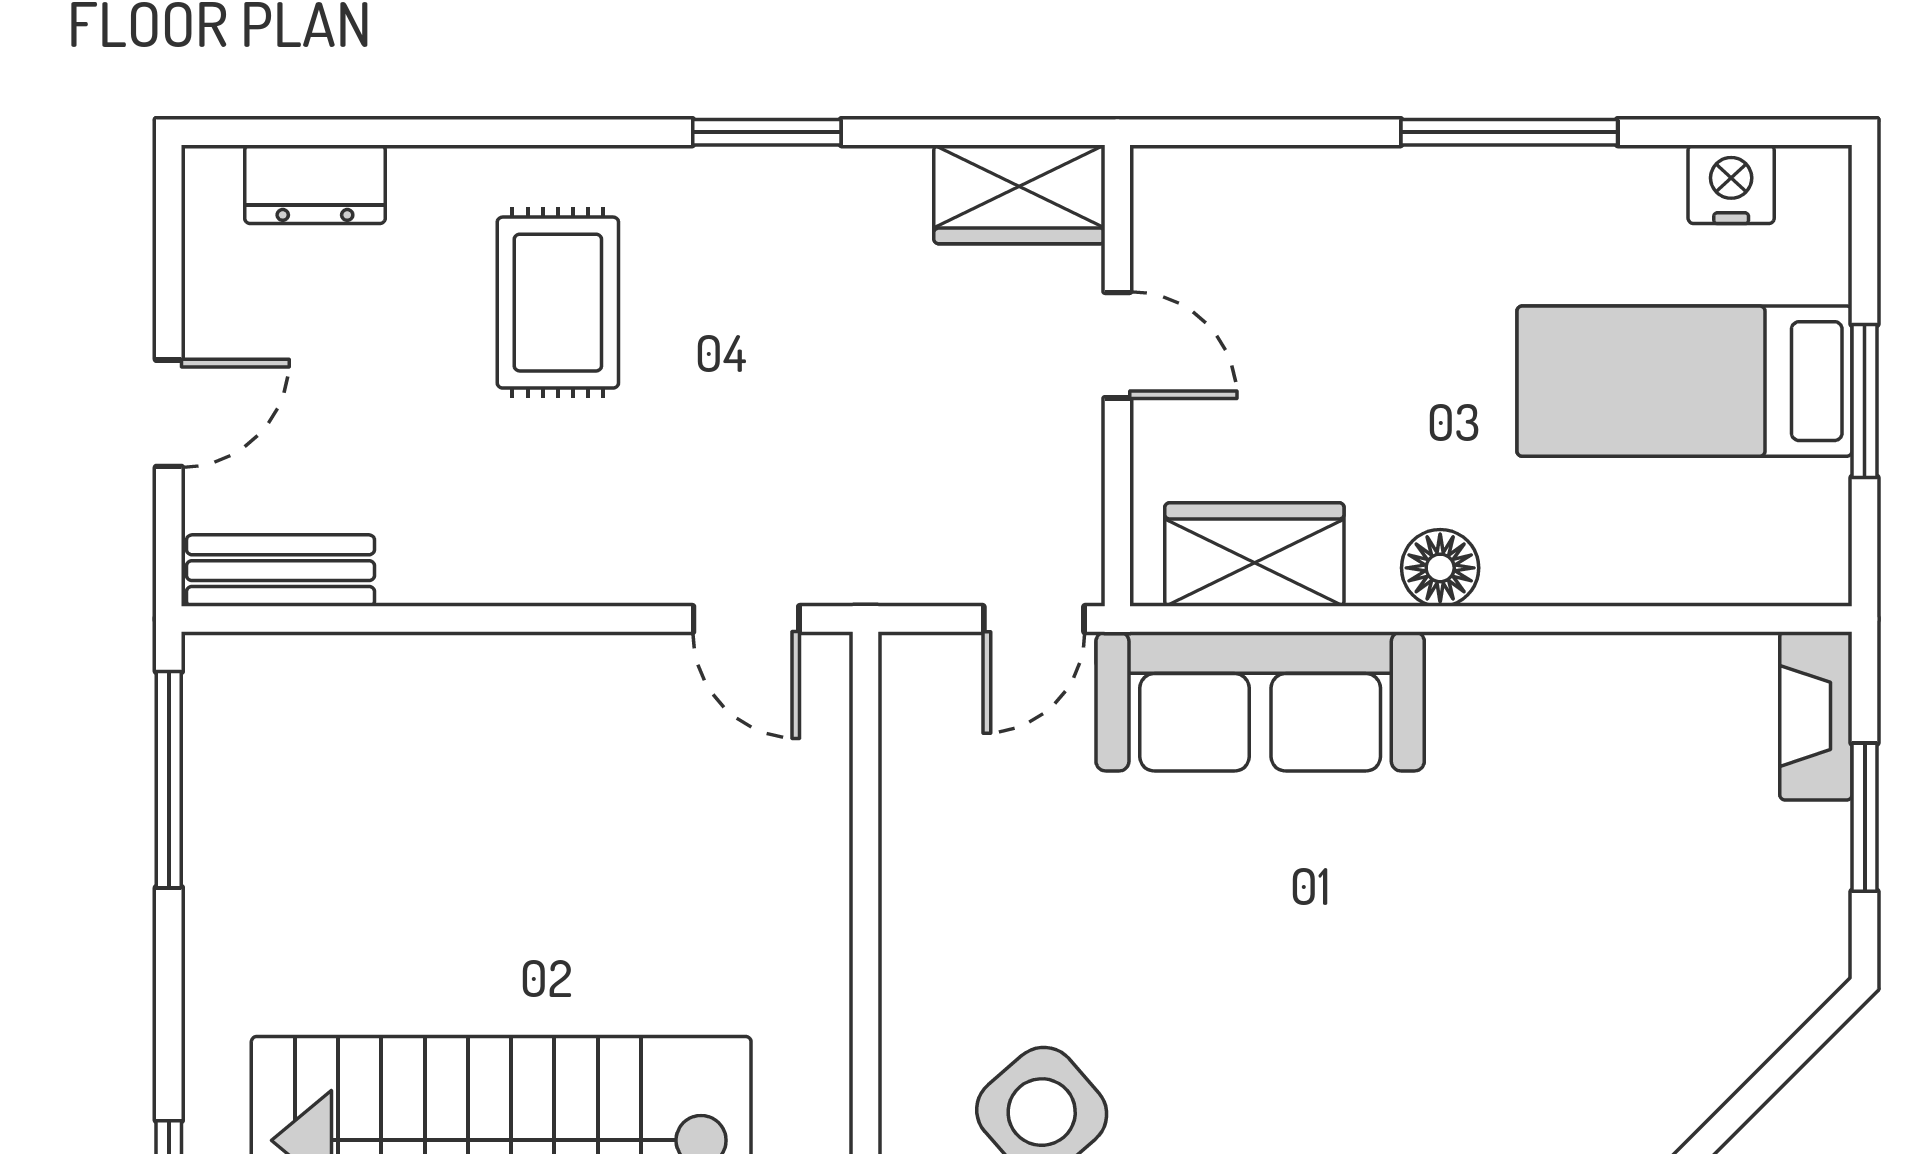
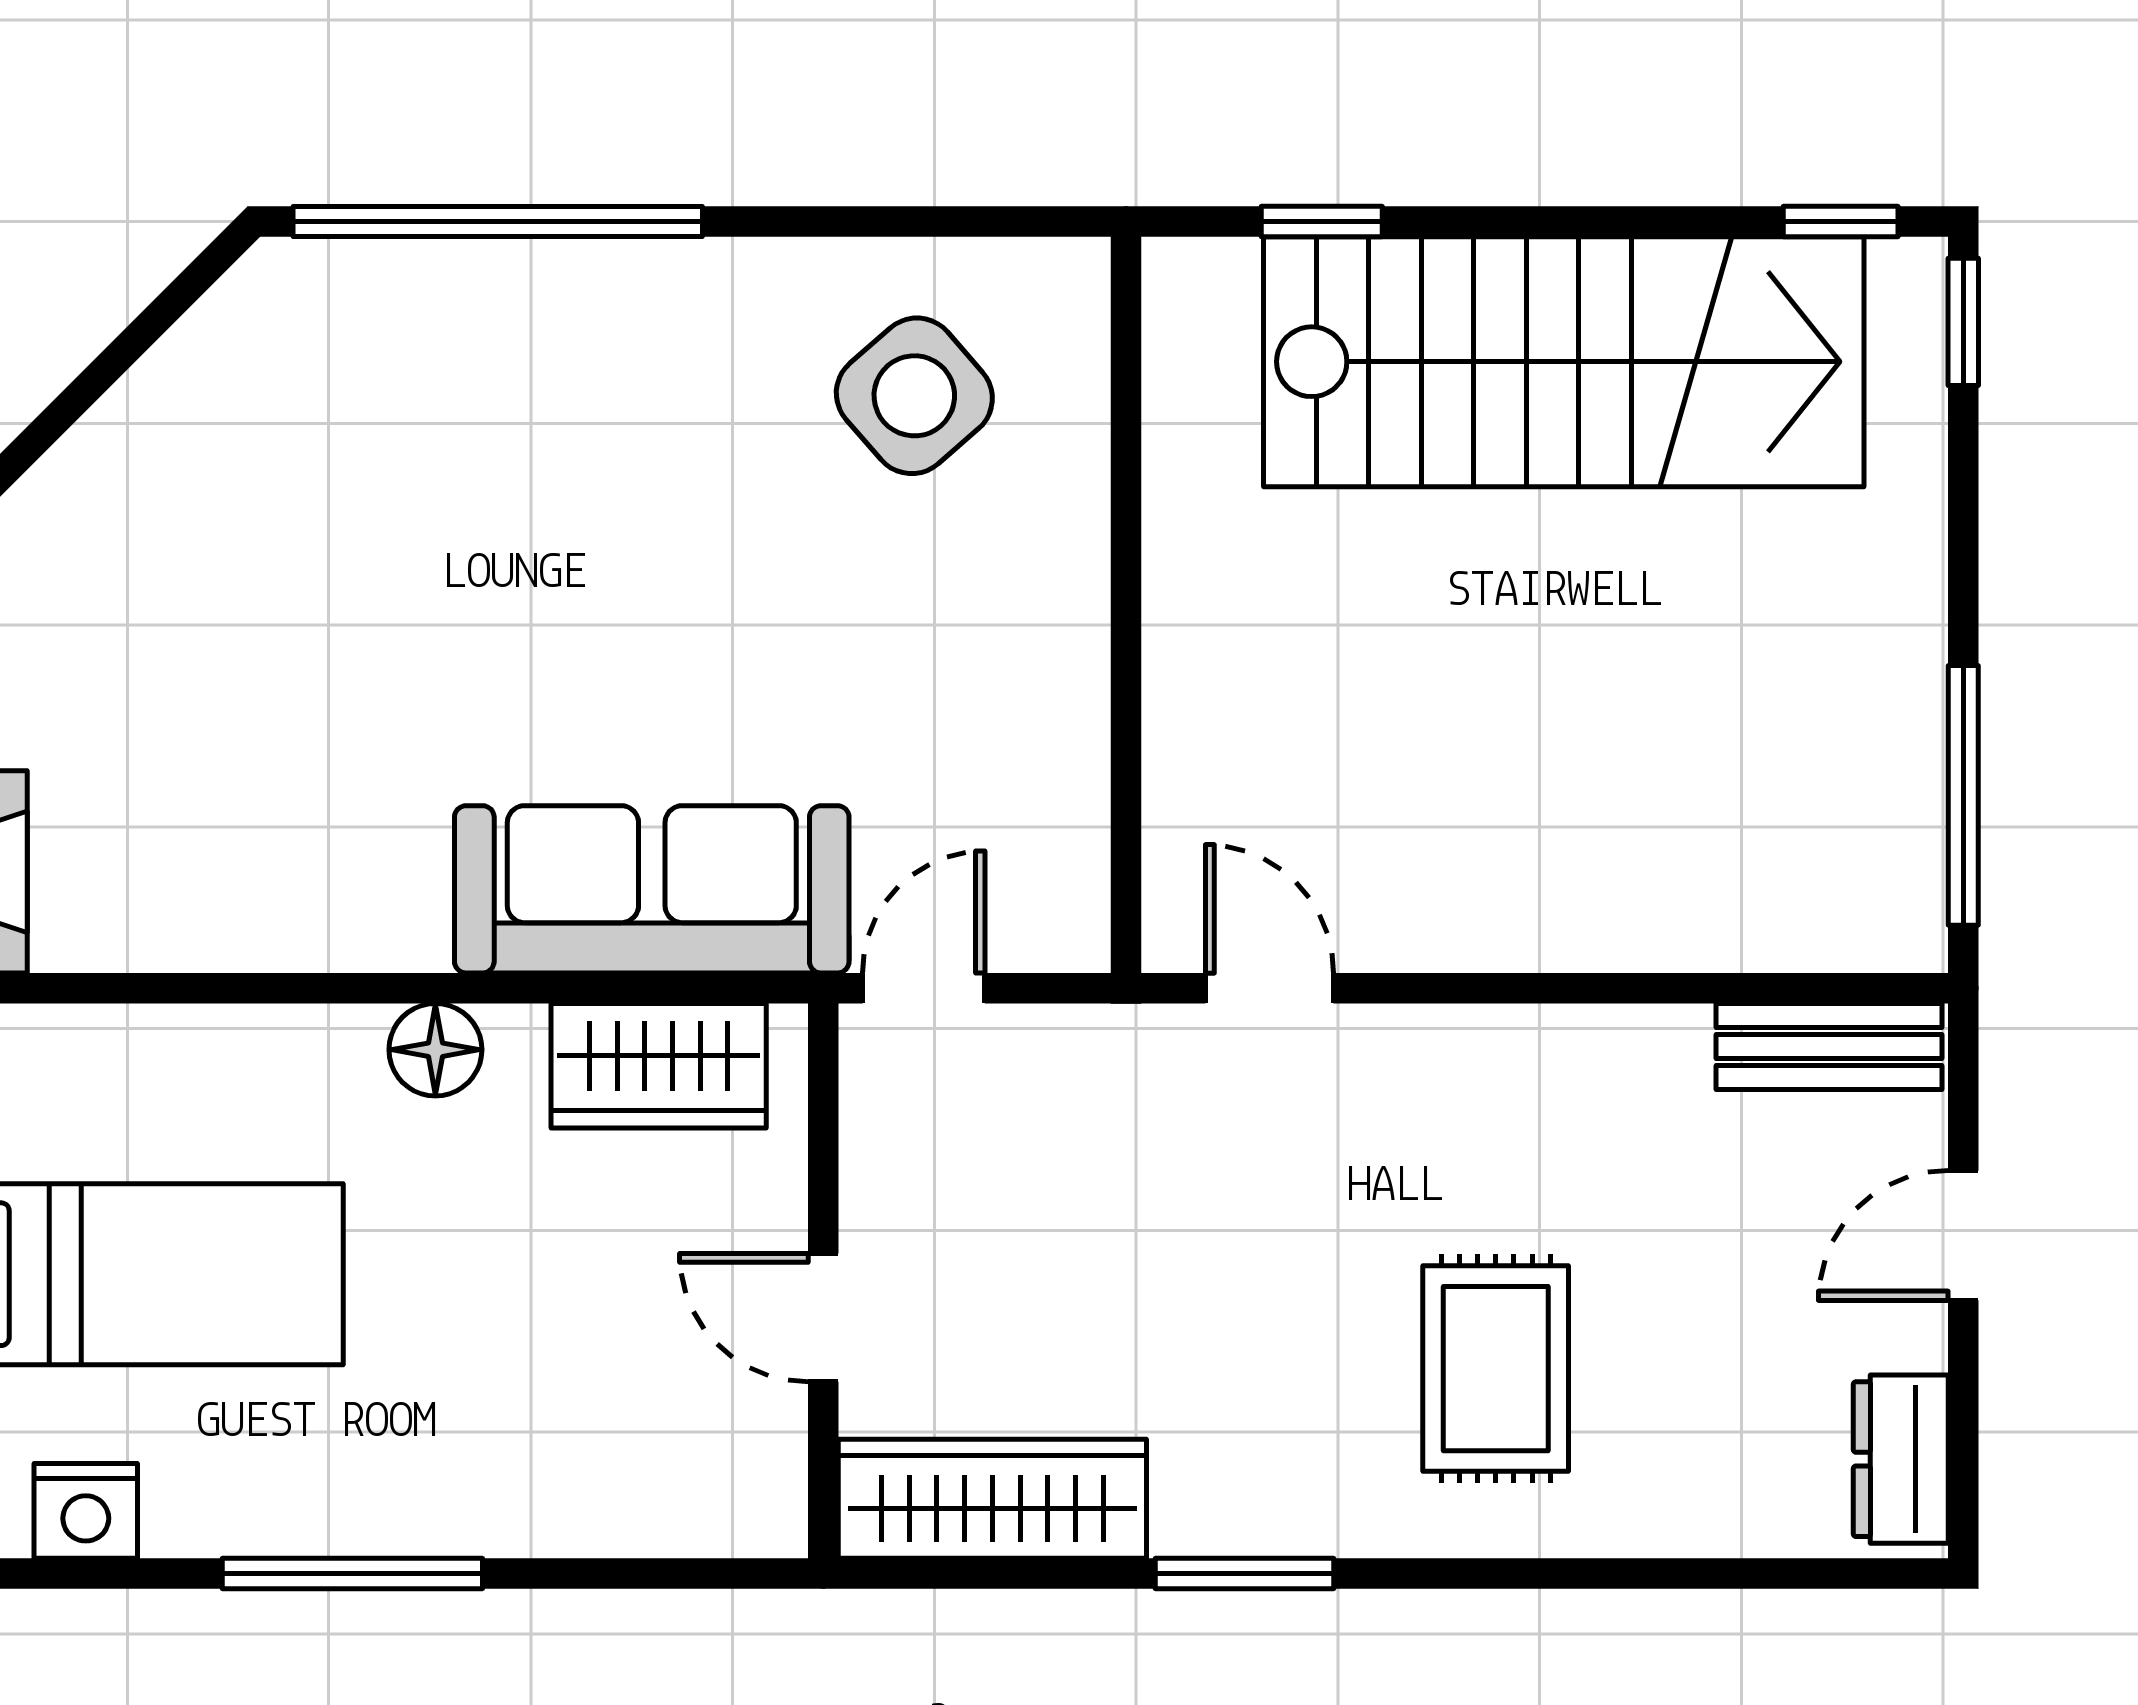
dresser: (315, 184) -> (1901, 1459), moved, turned -90
wardrobe: (1019, 194) -> (992, 1499), width x1.50

